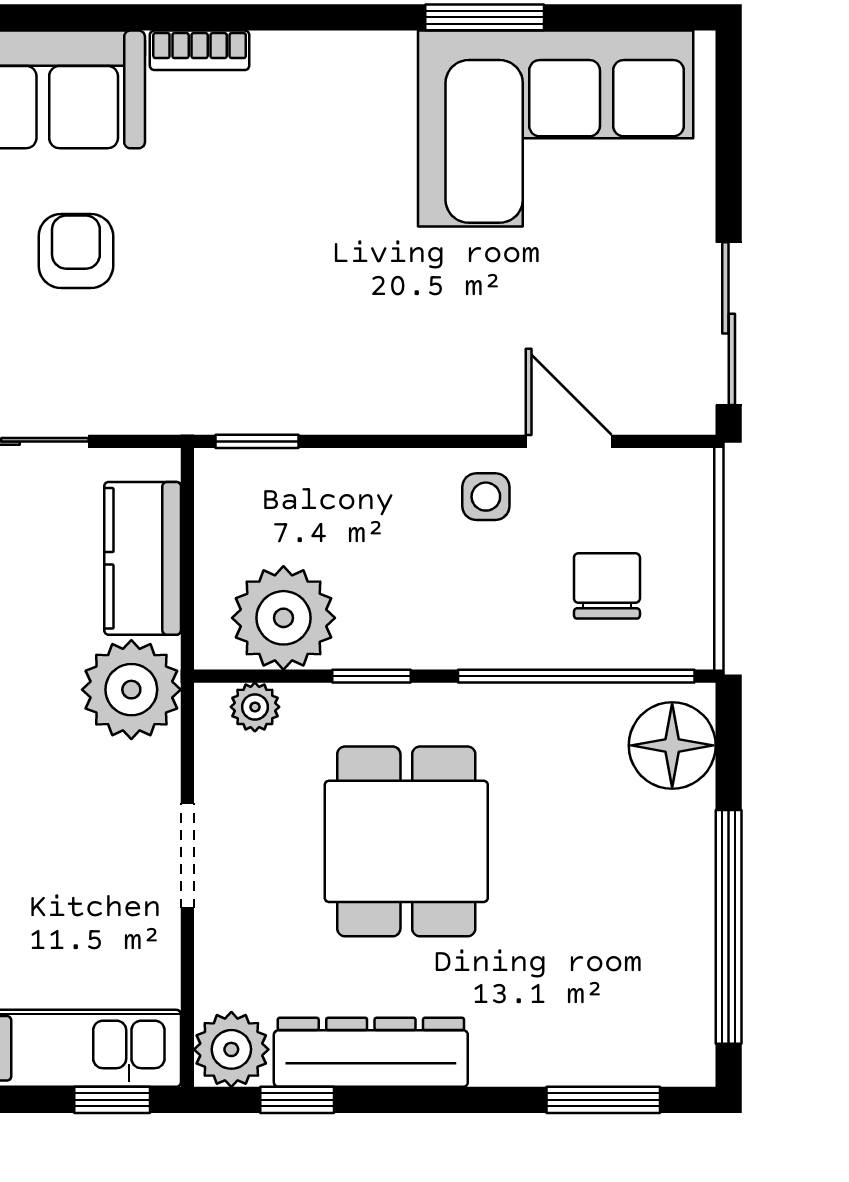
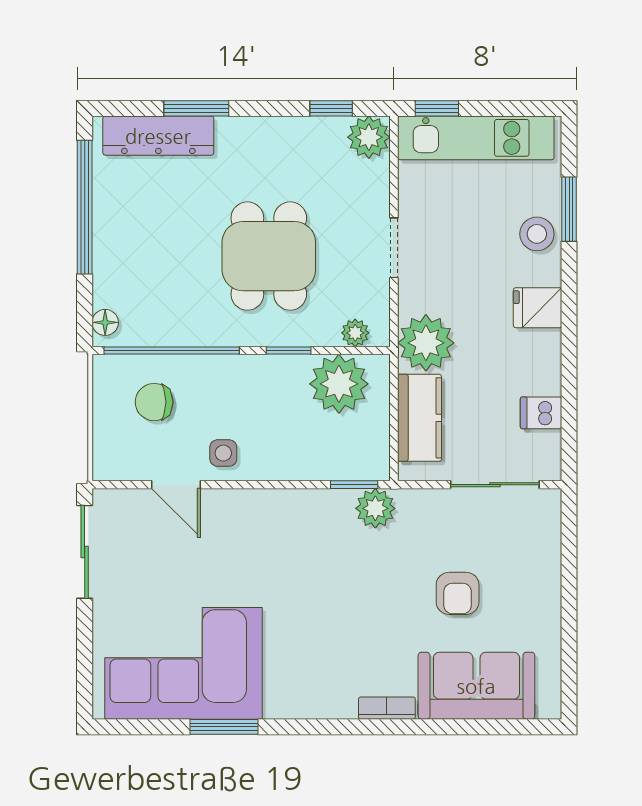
plant: (220, 400) -> (375, 508), added
chair: (607, 586) -> (154, 402), turned 90
floor lamp: (672, 745) -> (105, 322), width x0.53, depth x0.53
dresser: (371, 1052) -> (158, 136), moved
window: (603, 1100) -> (196, 108), moved

